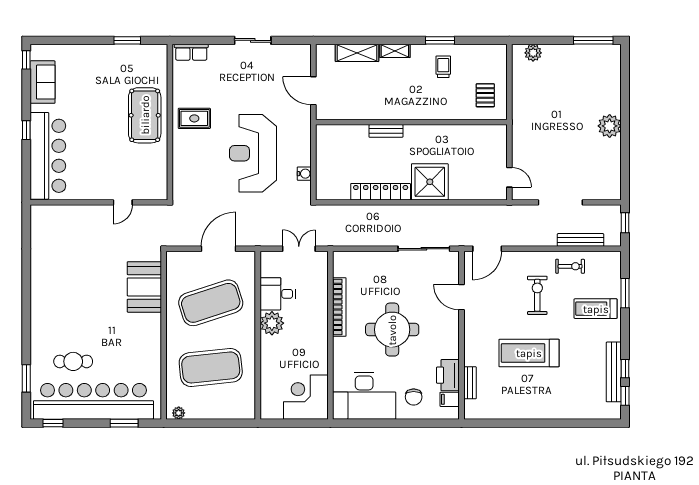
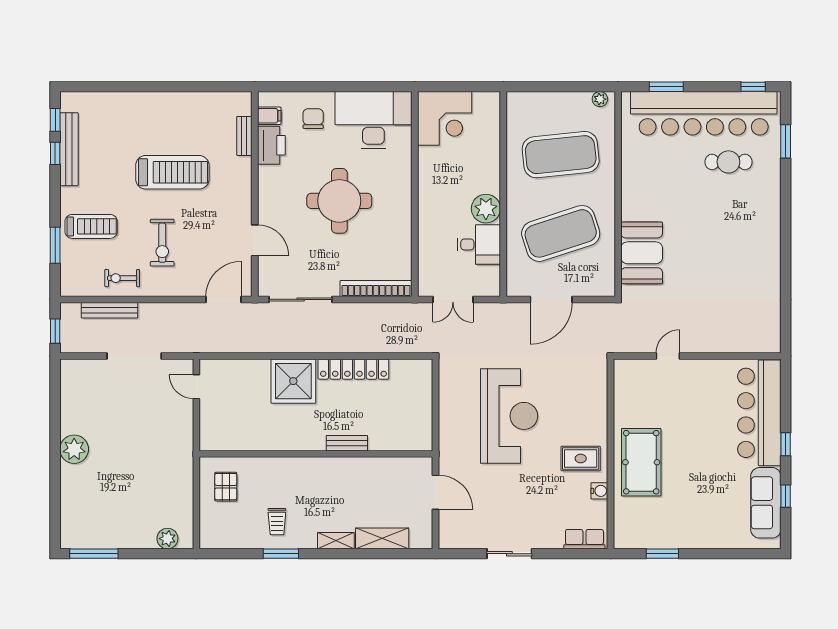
window: (26, 60) -> (786, 496), moved
sofa: (43, 82) -> (766, 503), width x1.36
water cooler: (304, 174) -> (599, 491), moved, turned 180
bookcase: (339, 307) -> (376, 289), moved, turned 90

